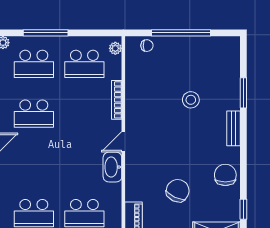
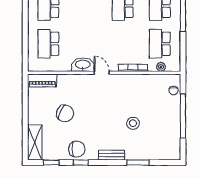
plant: (115, 48) -> (161, 67), moved
window: (243, 170) -> (81, 163), added

